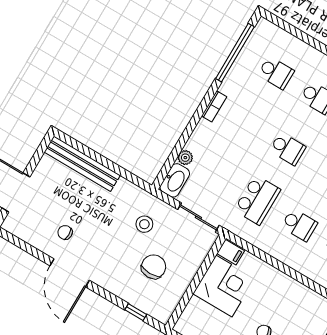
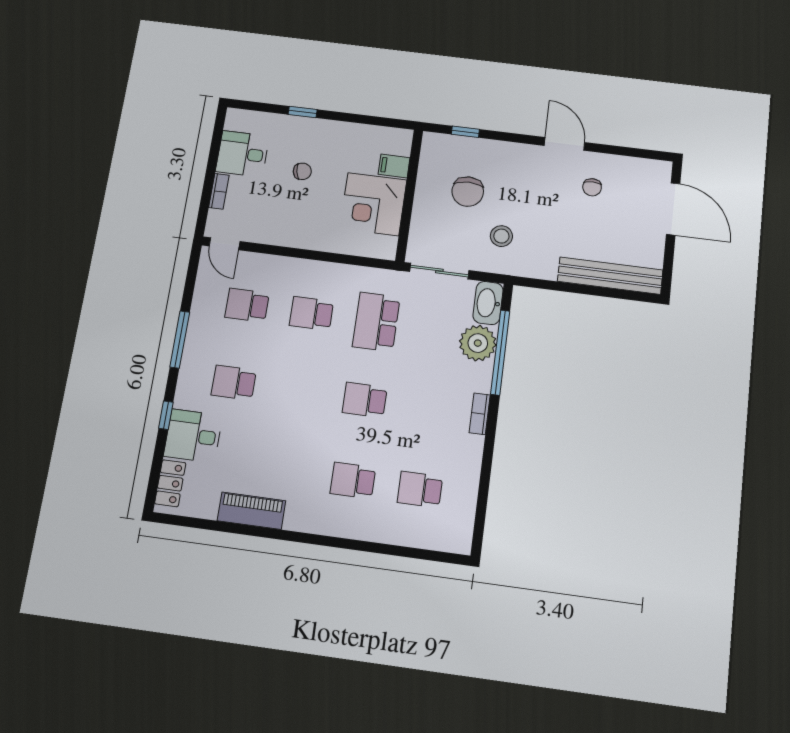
window: (235, 53) -> (500, 352), moved
plant: (185, 158) -> (478, 343), width x1.88, depth x1.88
chair: (65, 232) -> (592, 187), turned 90
filing cabinet: (231, 252) -> (394, 166), moved
door: (70, 273) -> (564, 144), width x0.73

